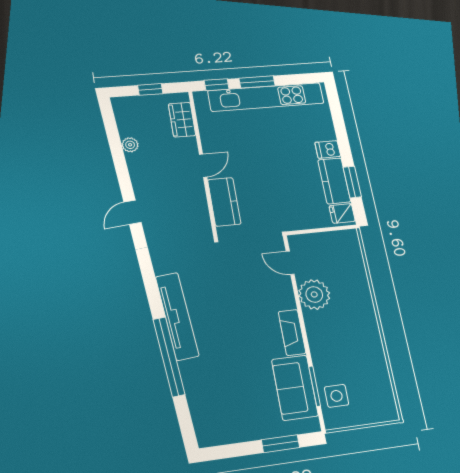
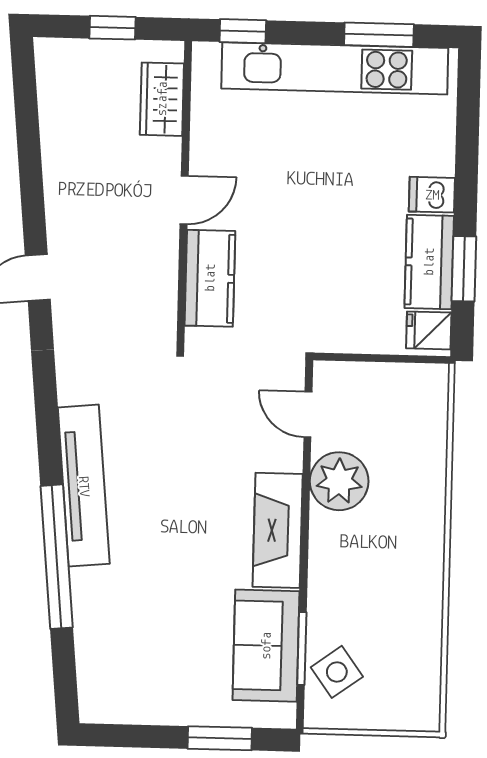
window: (257, 82) -> (379, 35), moved
plant: (130, 145) -> (55, 141), removed
fireplace: (292, 332) -> (278, 530), width x1.37, depth x1.32
side table: (337, 396) -> (337, 672), turned -36

